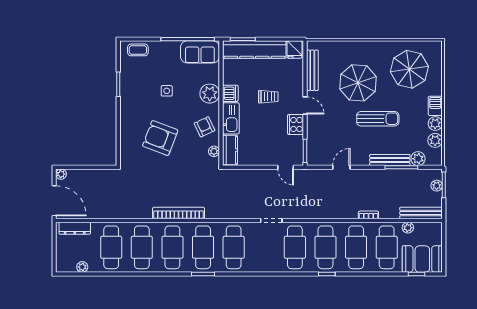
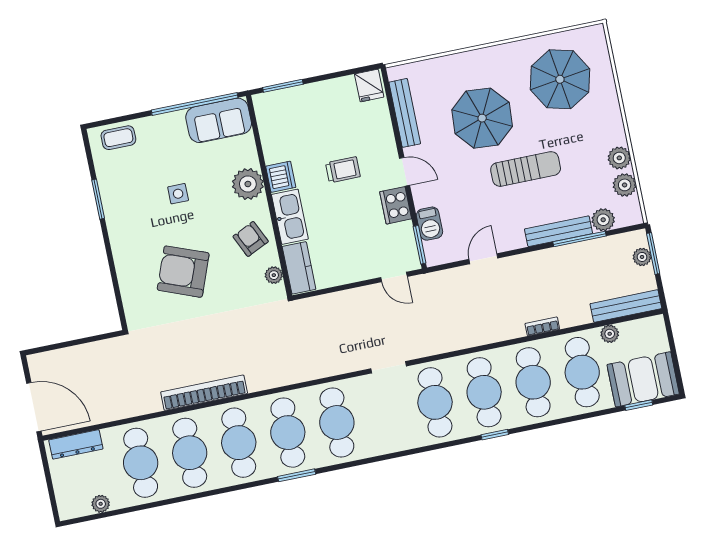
kitchen counter: (254, 50) -> (305, 99), removed
barbecue: (435, 106) -> (429, 224), moved, turned 180
plant: (61, 174) -> (36, 362), removed
bookcase: (179, 213) -> (204, 393), moved

